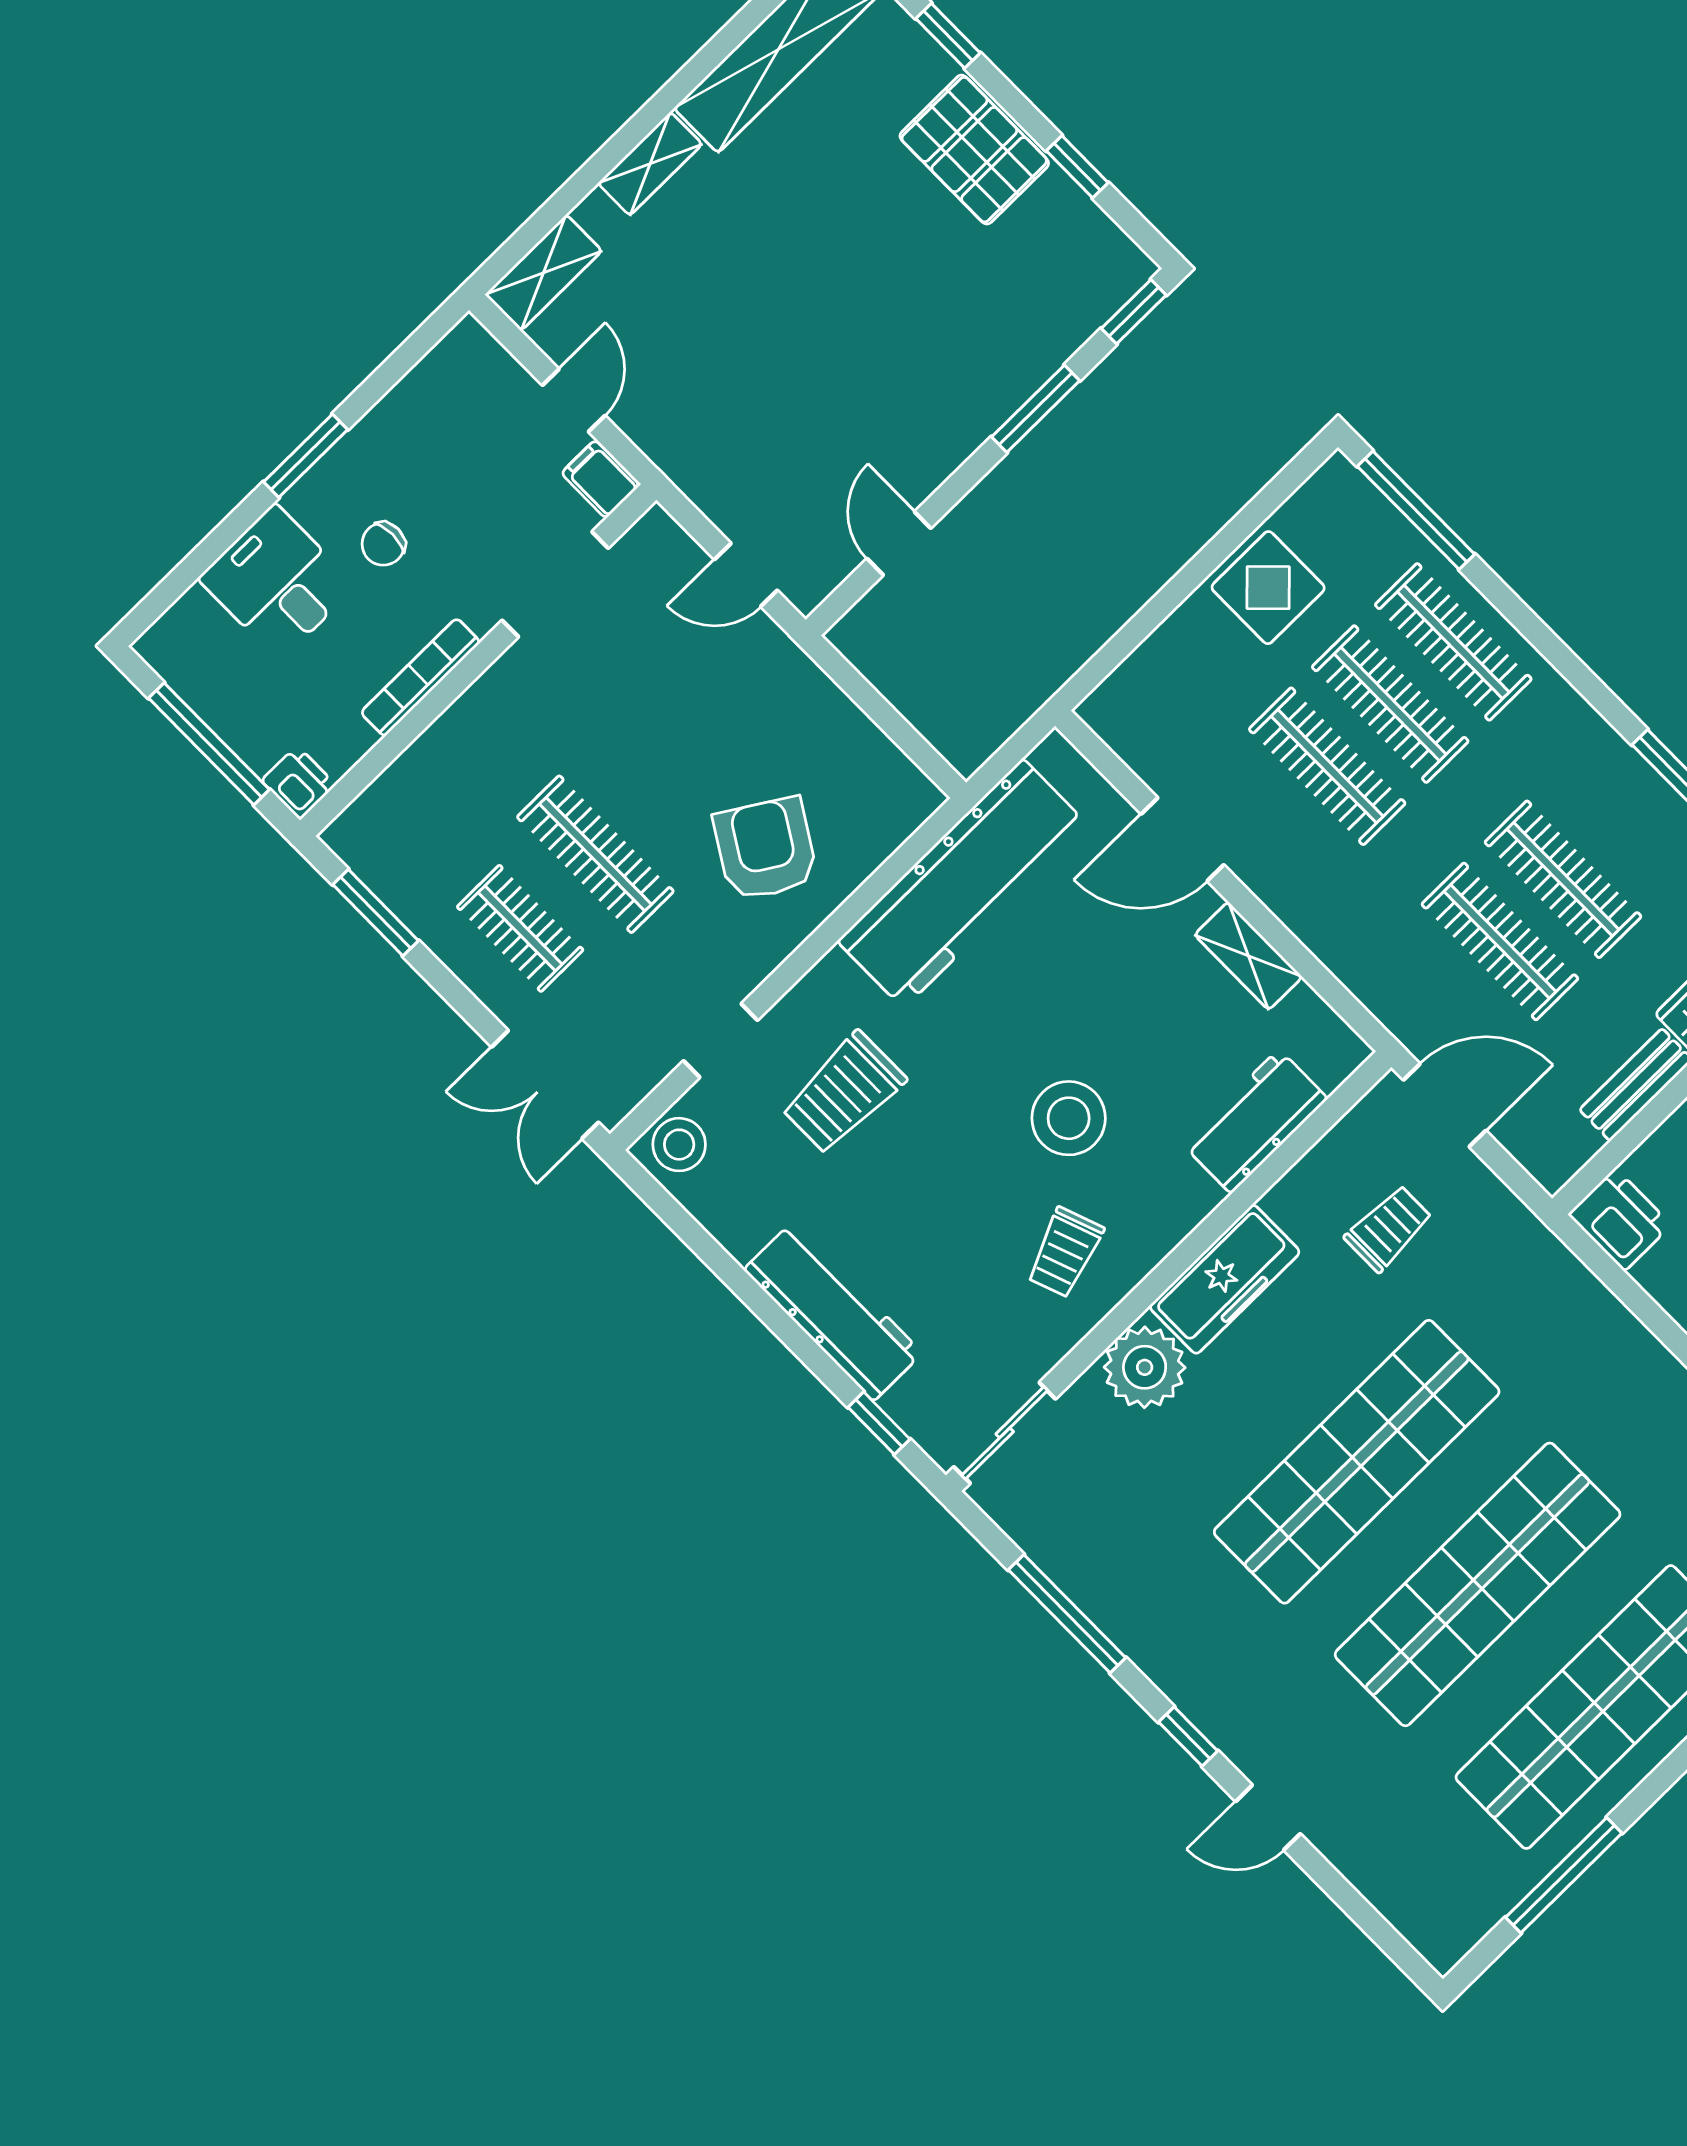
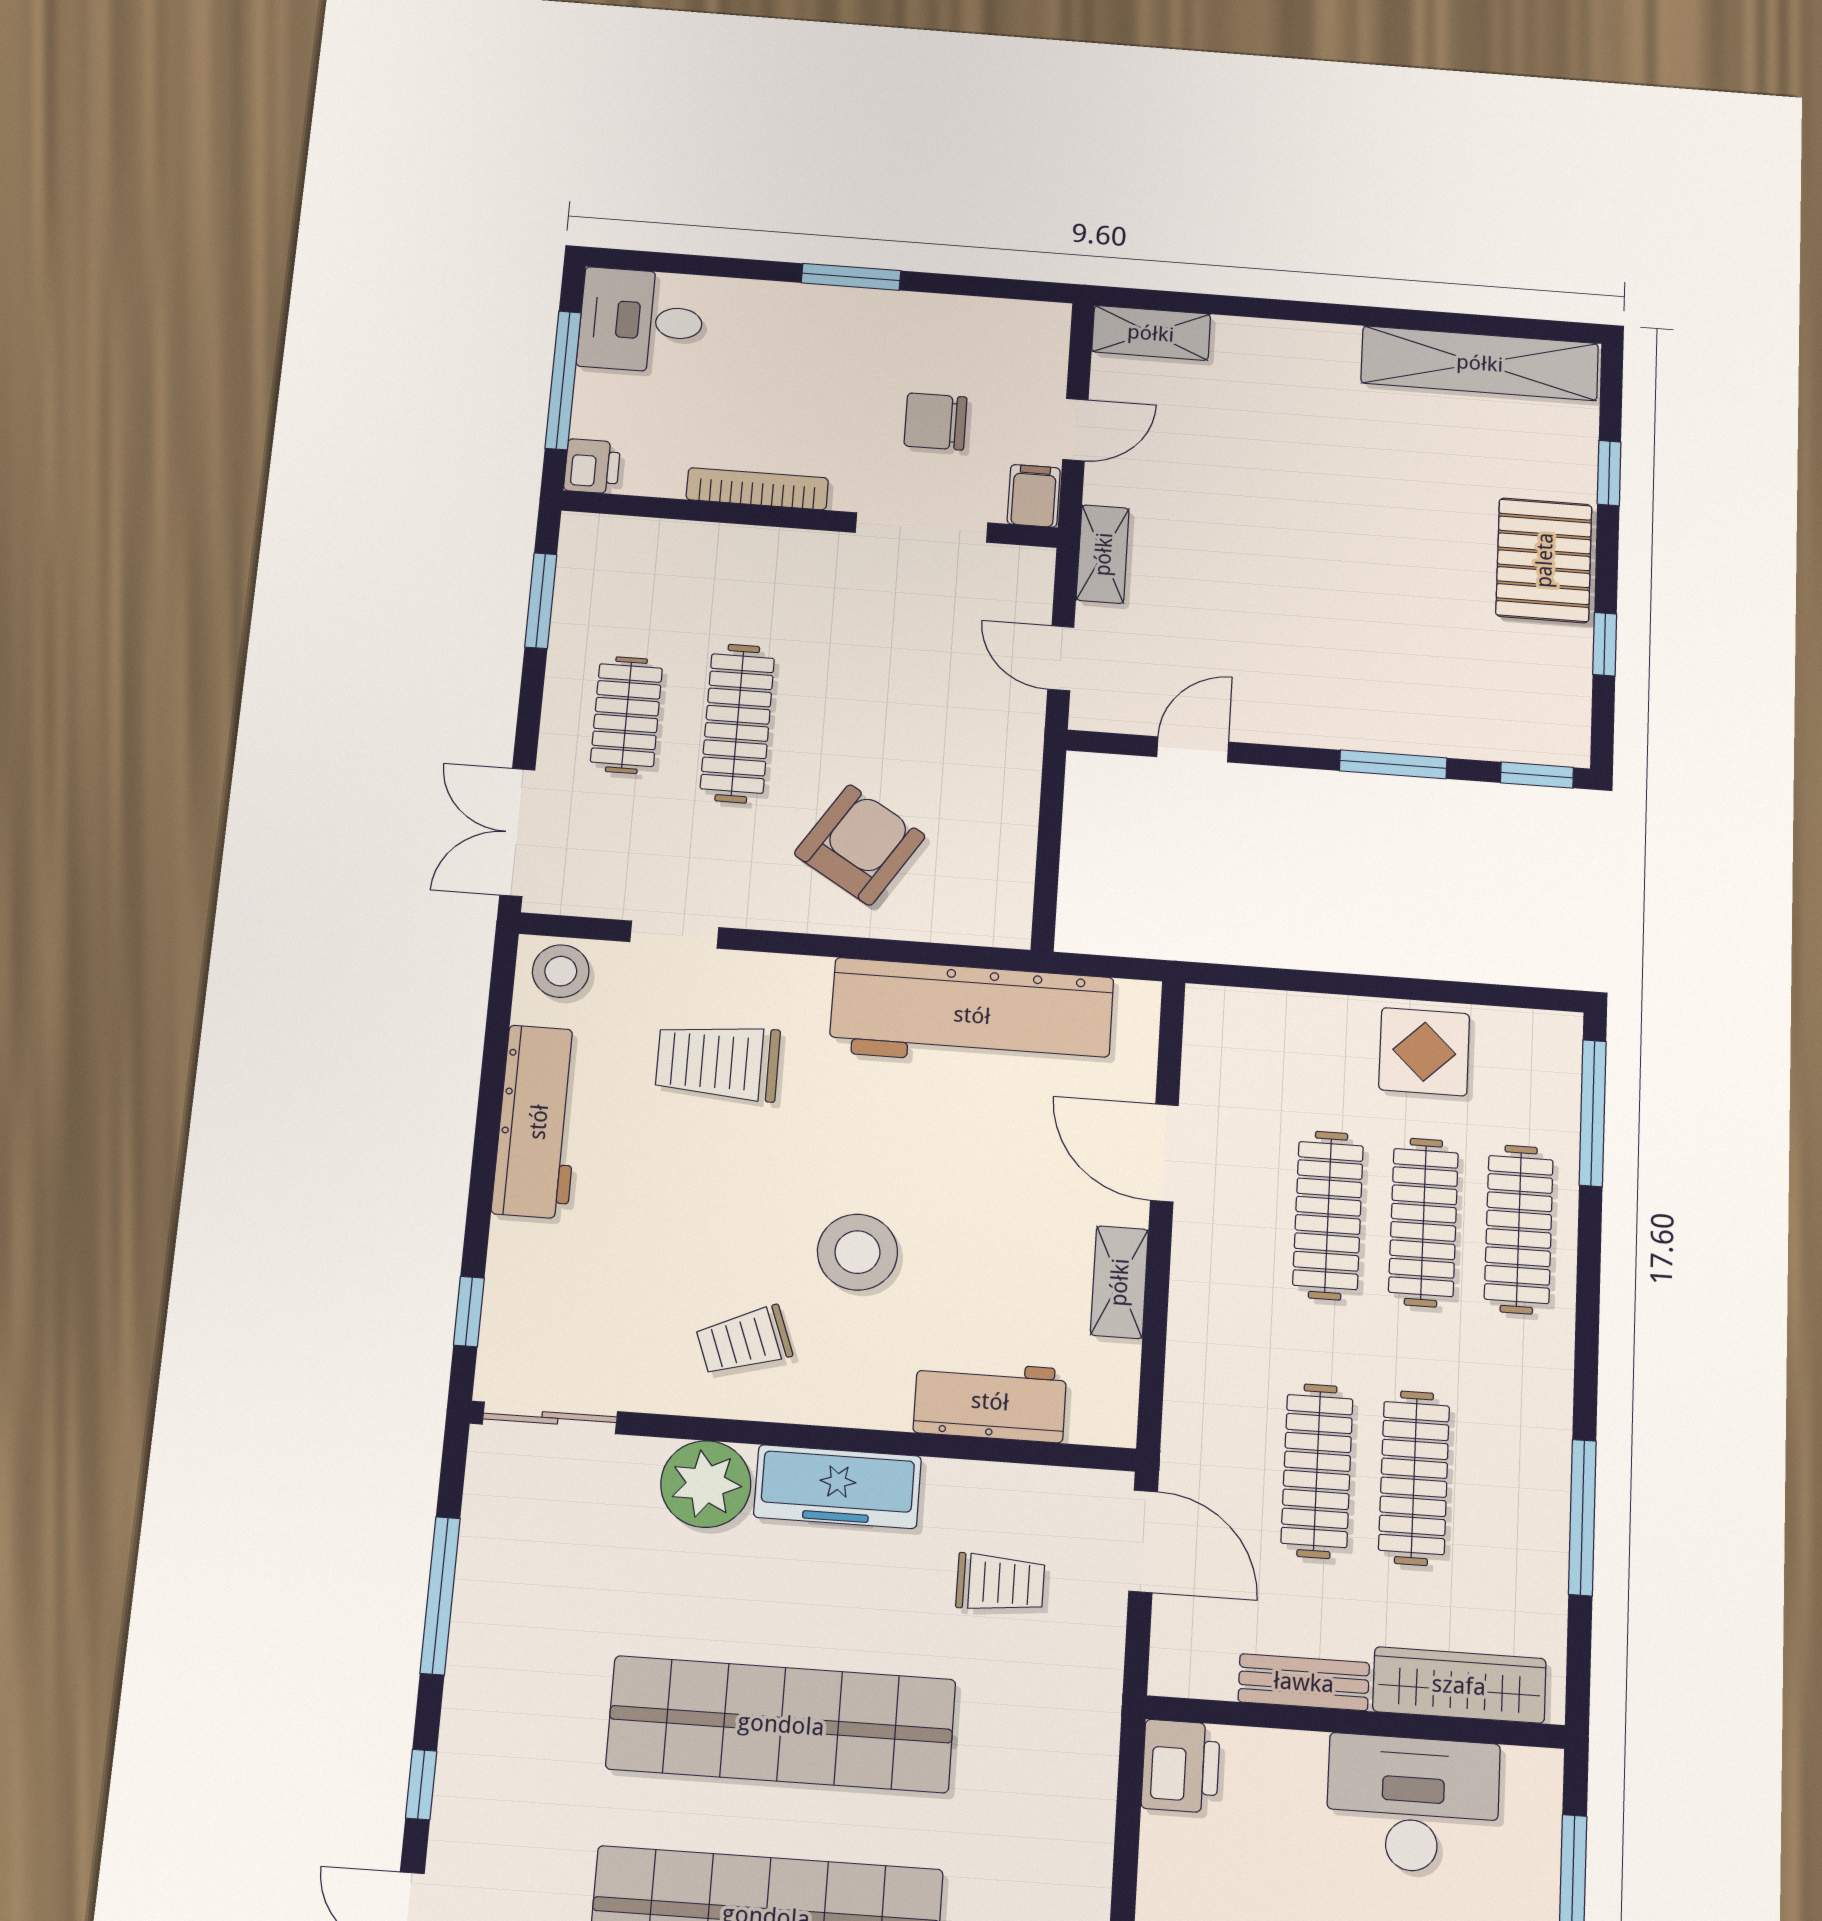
shelving: (650, 164) -> (1103, 554), moved, turned 90
chair: (383, 544) -> (936, 421), moved, width x1.37, depth x1.37
desk: (277, 582) -> (641, 321), moved, turned -90
workbench: (833, 1311) -> (538, 1122), moved

